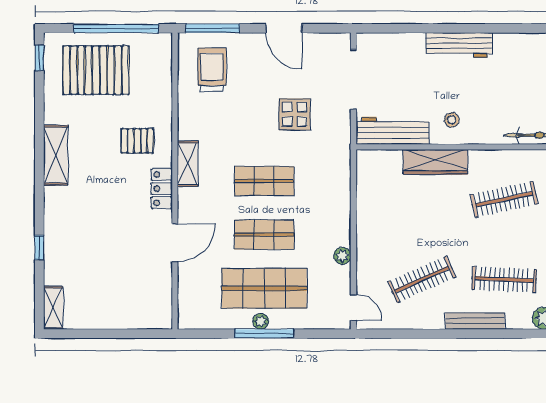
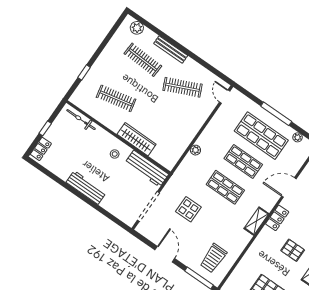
pallet: (137, 141) -> (293, 250), moved
plant: (342, 256) -> (195, 150), moved
plant: (261, 321) -> (298, 137), moved

